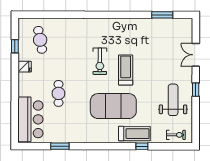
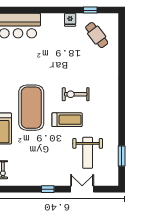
cafe table: (40, 40) -> (97, 35), turned 64
cafe table: (58, 93) -> (44, 53), removed
weight bench: (173, 100) -> (88, 153), moved, turned 90

